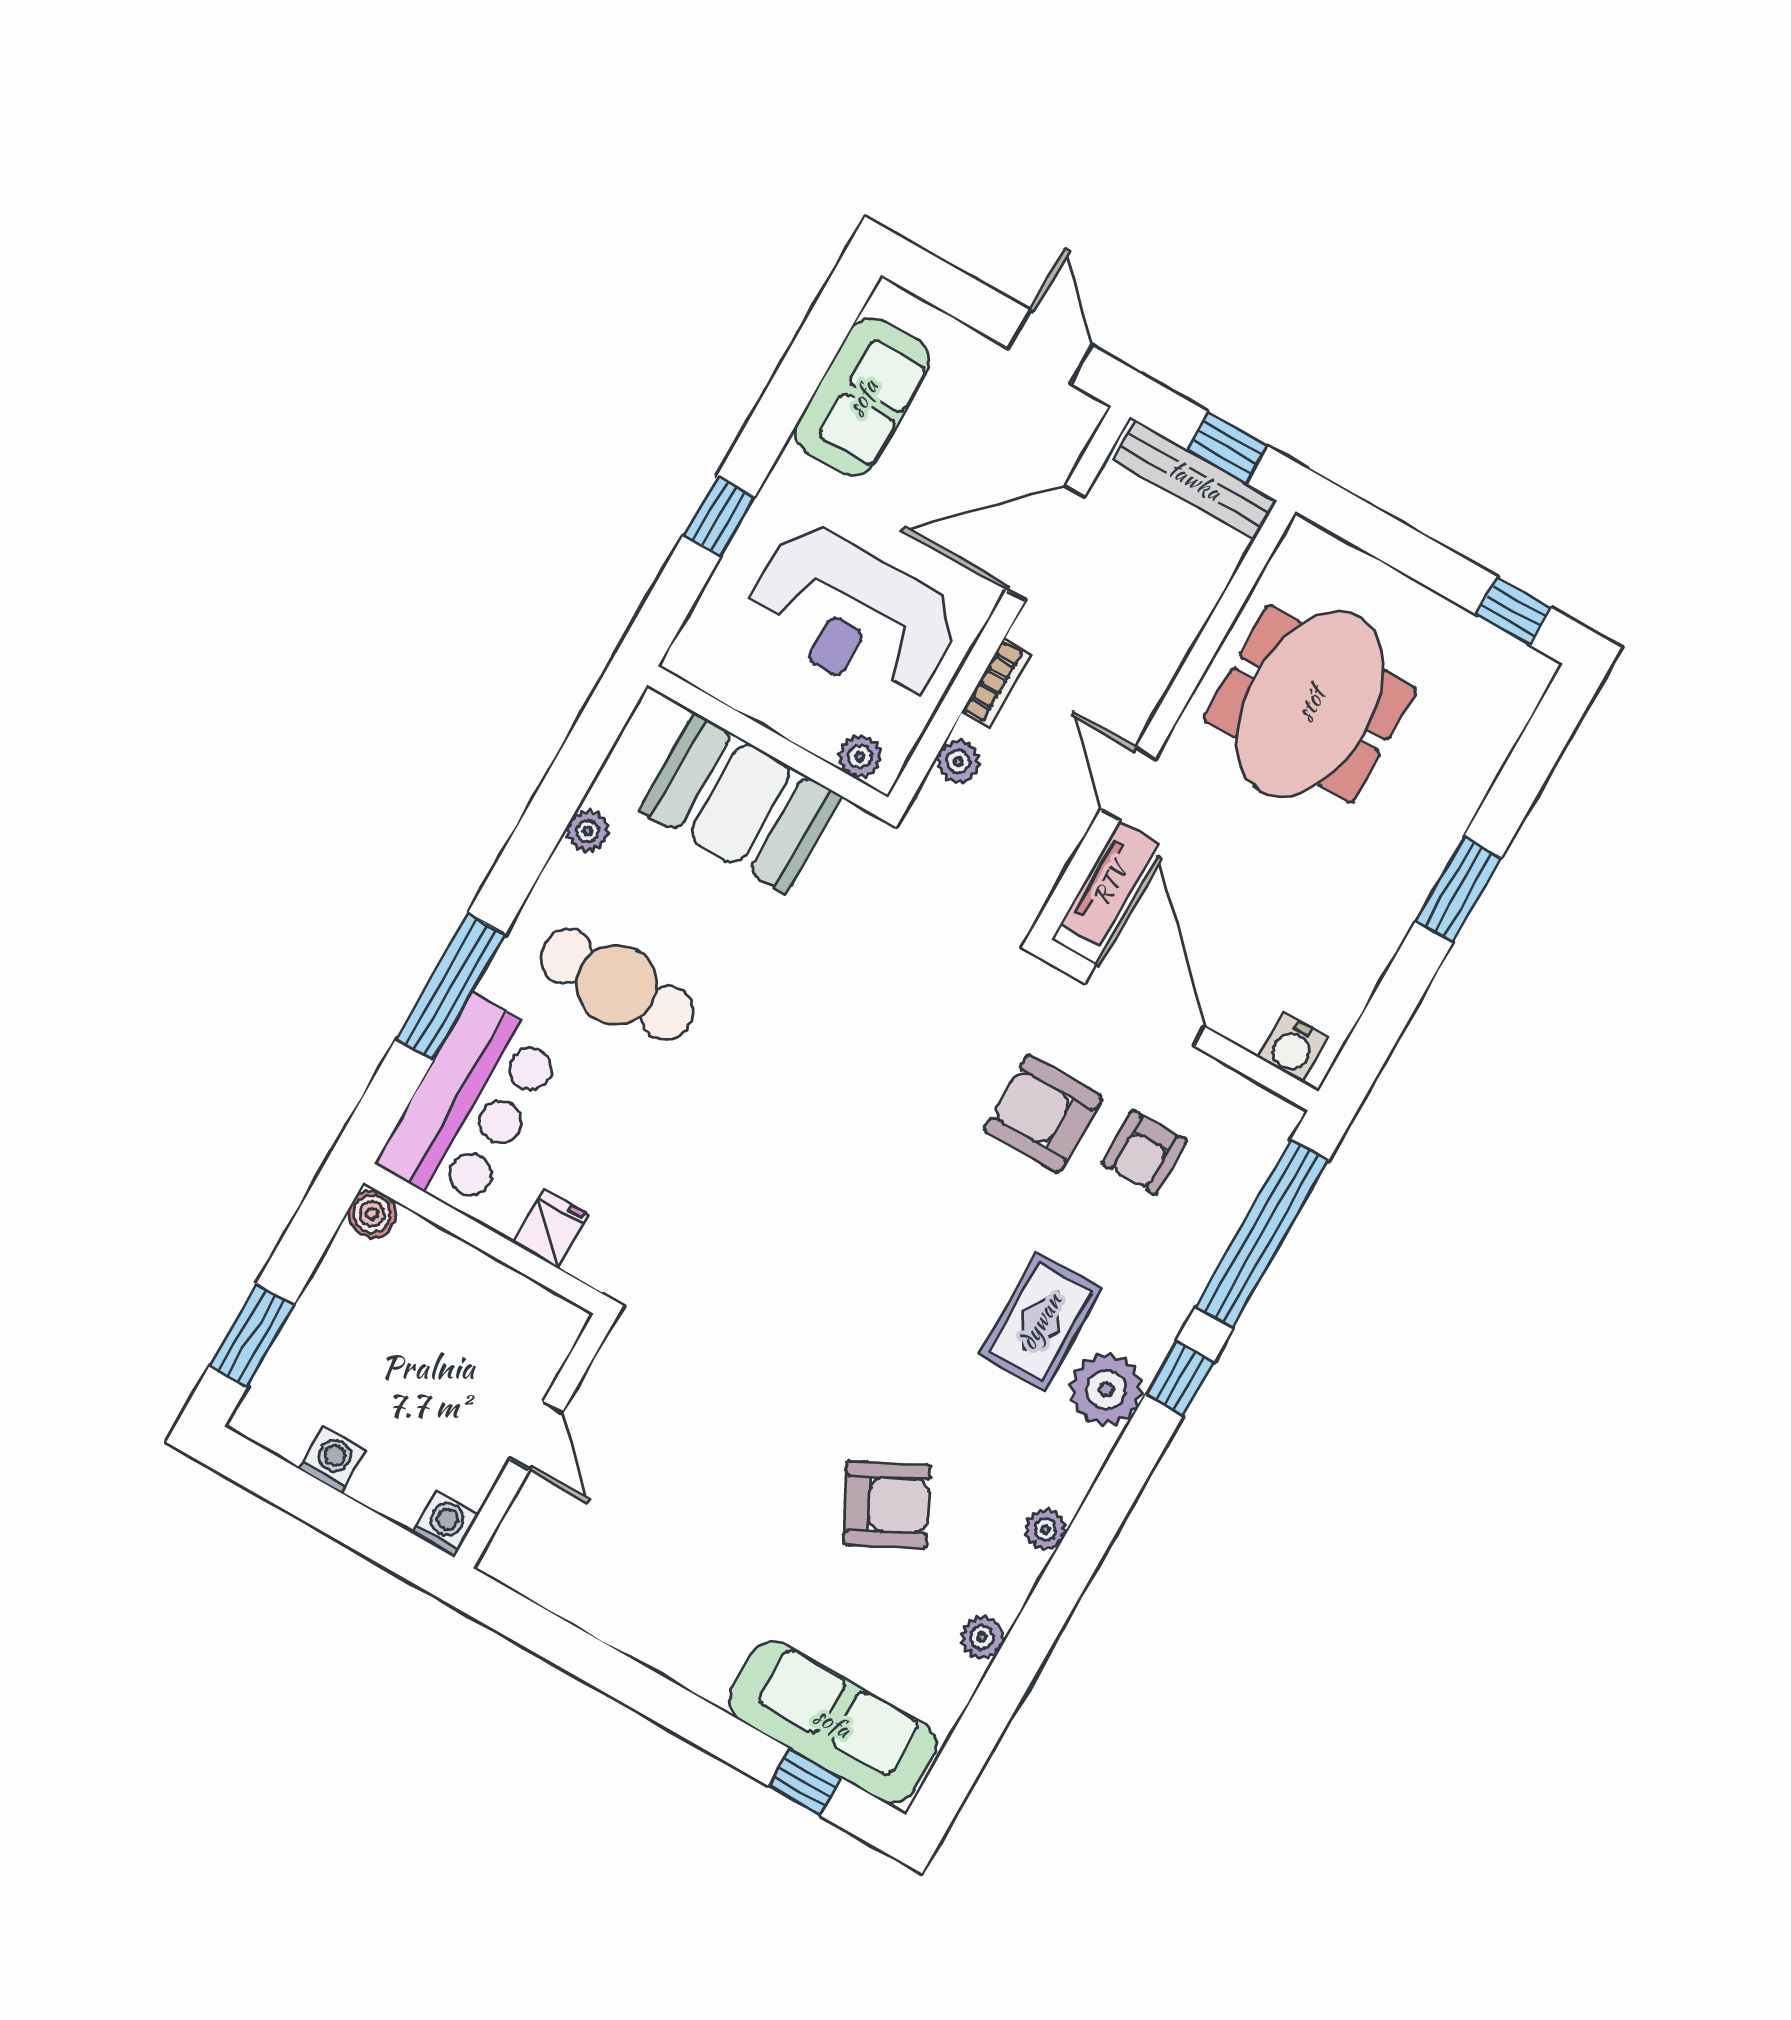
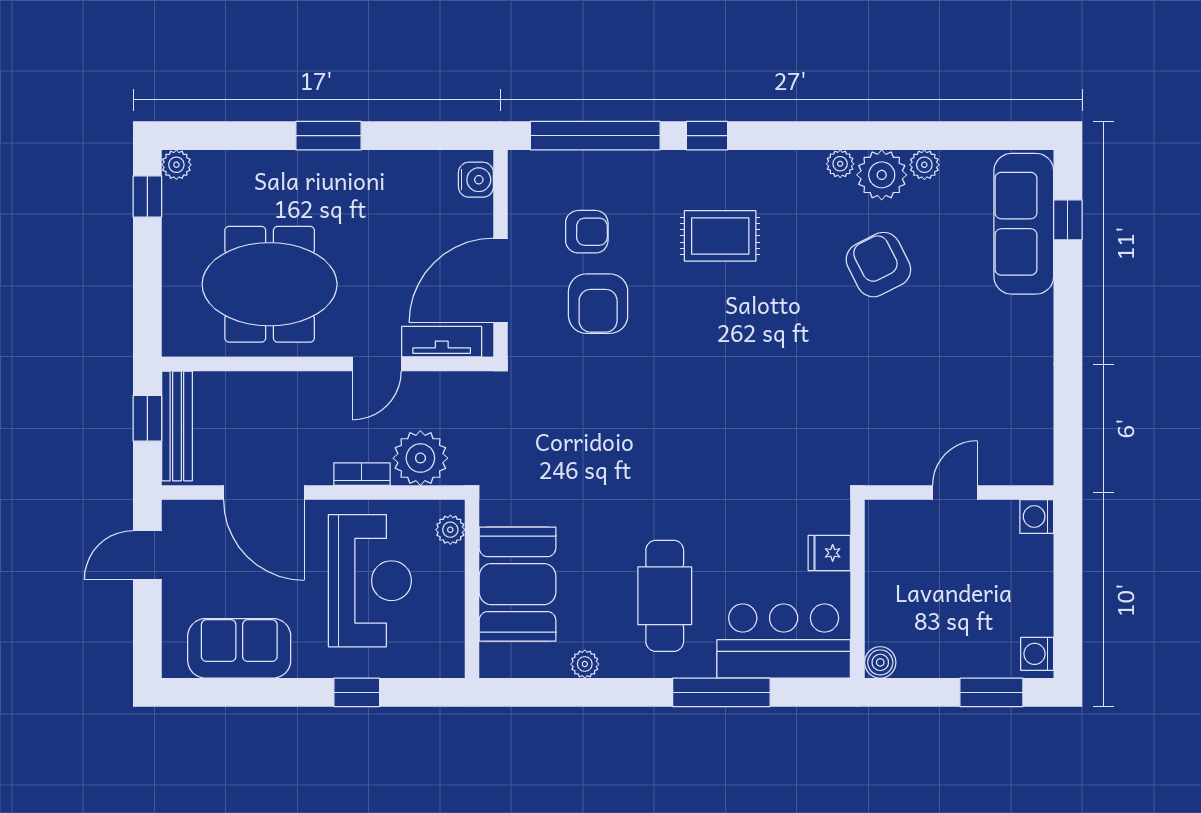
plant: (1533, 672) -> (176, 165), added
plant: (958, 761) -> (420, 458), width x1.88, depth x1.88
plant: (1106, 1389) -> (882, 175), moved
washing machine: (332, 1460) -> (1037, 654), moved

